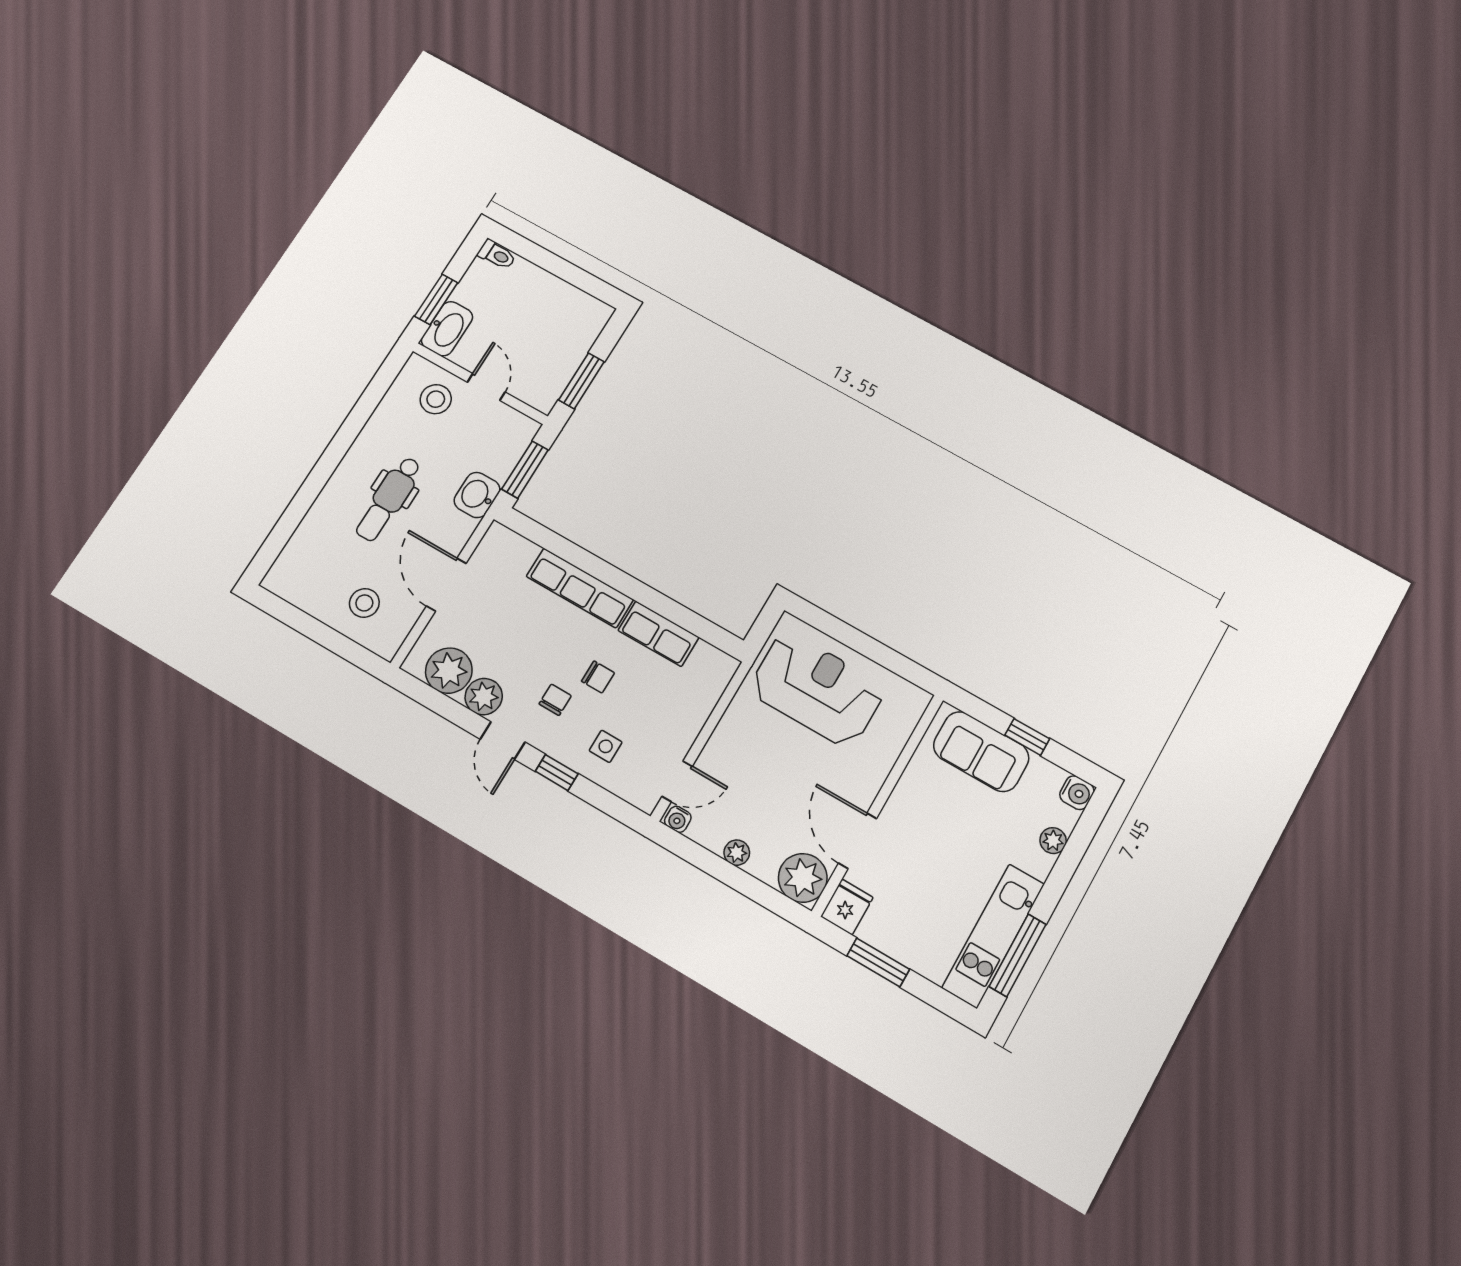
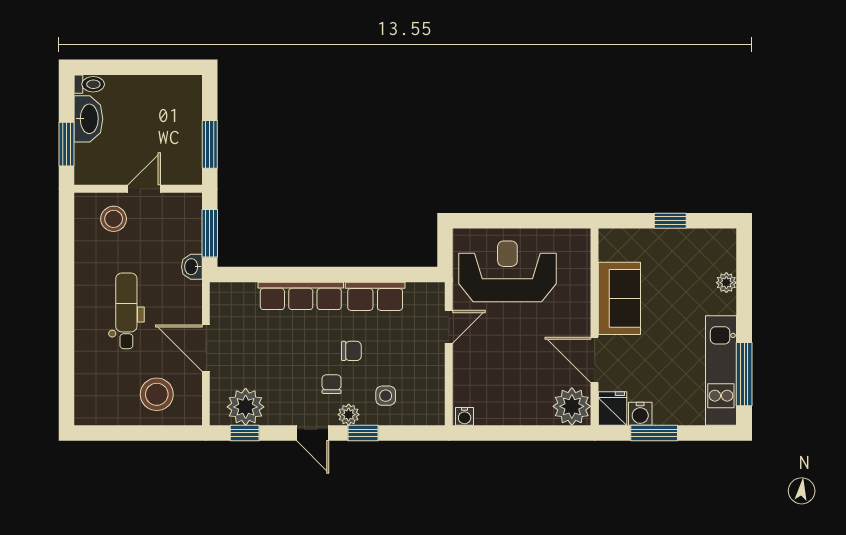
washbasin: (447, 329) -> (88, 119), moved
door: (486, 387) -> (144, 189), hinge flipped
washbasin: (477, 495) -> (192, 267), width x0.72, depth x0.69
dental chair: (389, 499) -> (126, 311), turned 180
stool: (364, 603) -> (157, 394), width x1.38, depth x1.38
plant: (484, 697) -> (349, 415), moved, width x0.73, depth x0.73
window: (430, 698) -> (245, 433), added
sofa: (981, 752) -> (619, 298), moved, turned -90
door: (677, 781) -> (449, 327), moved
water cooler: (1077, 793) -> (640, 414), moved, turned 90
plant: (737, 853) -> (518, 415), removed

